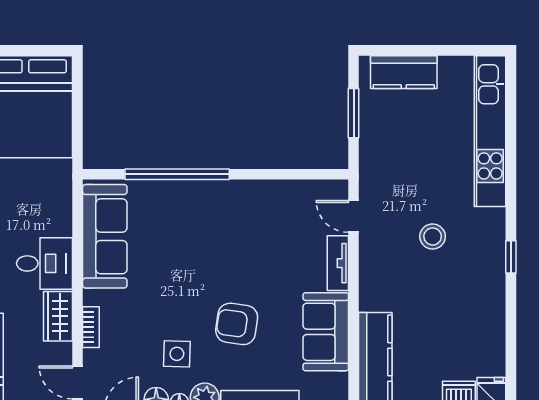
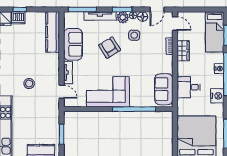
corner sofa: (241, 216) -> (108, 92), added
sofa: (105, 236) -> (164, 89), width x0.73
desk: (45, 263) -> (189, 87), moved
armchair: (237, 324) -> (110, 48), turned -130

